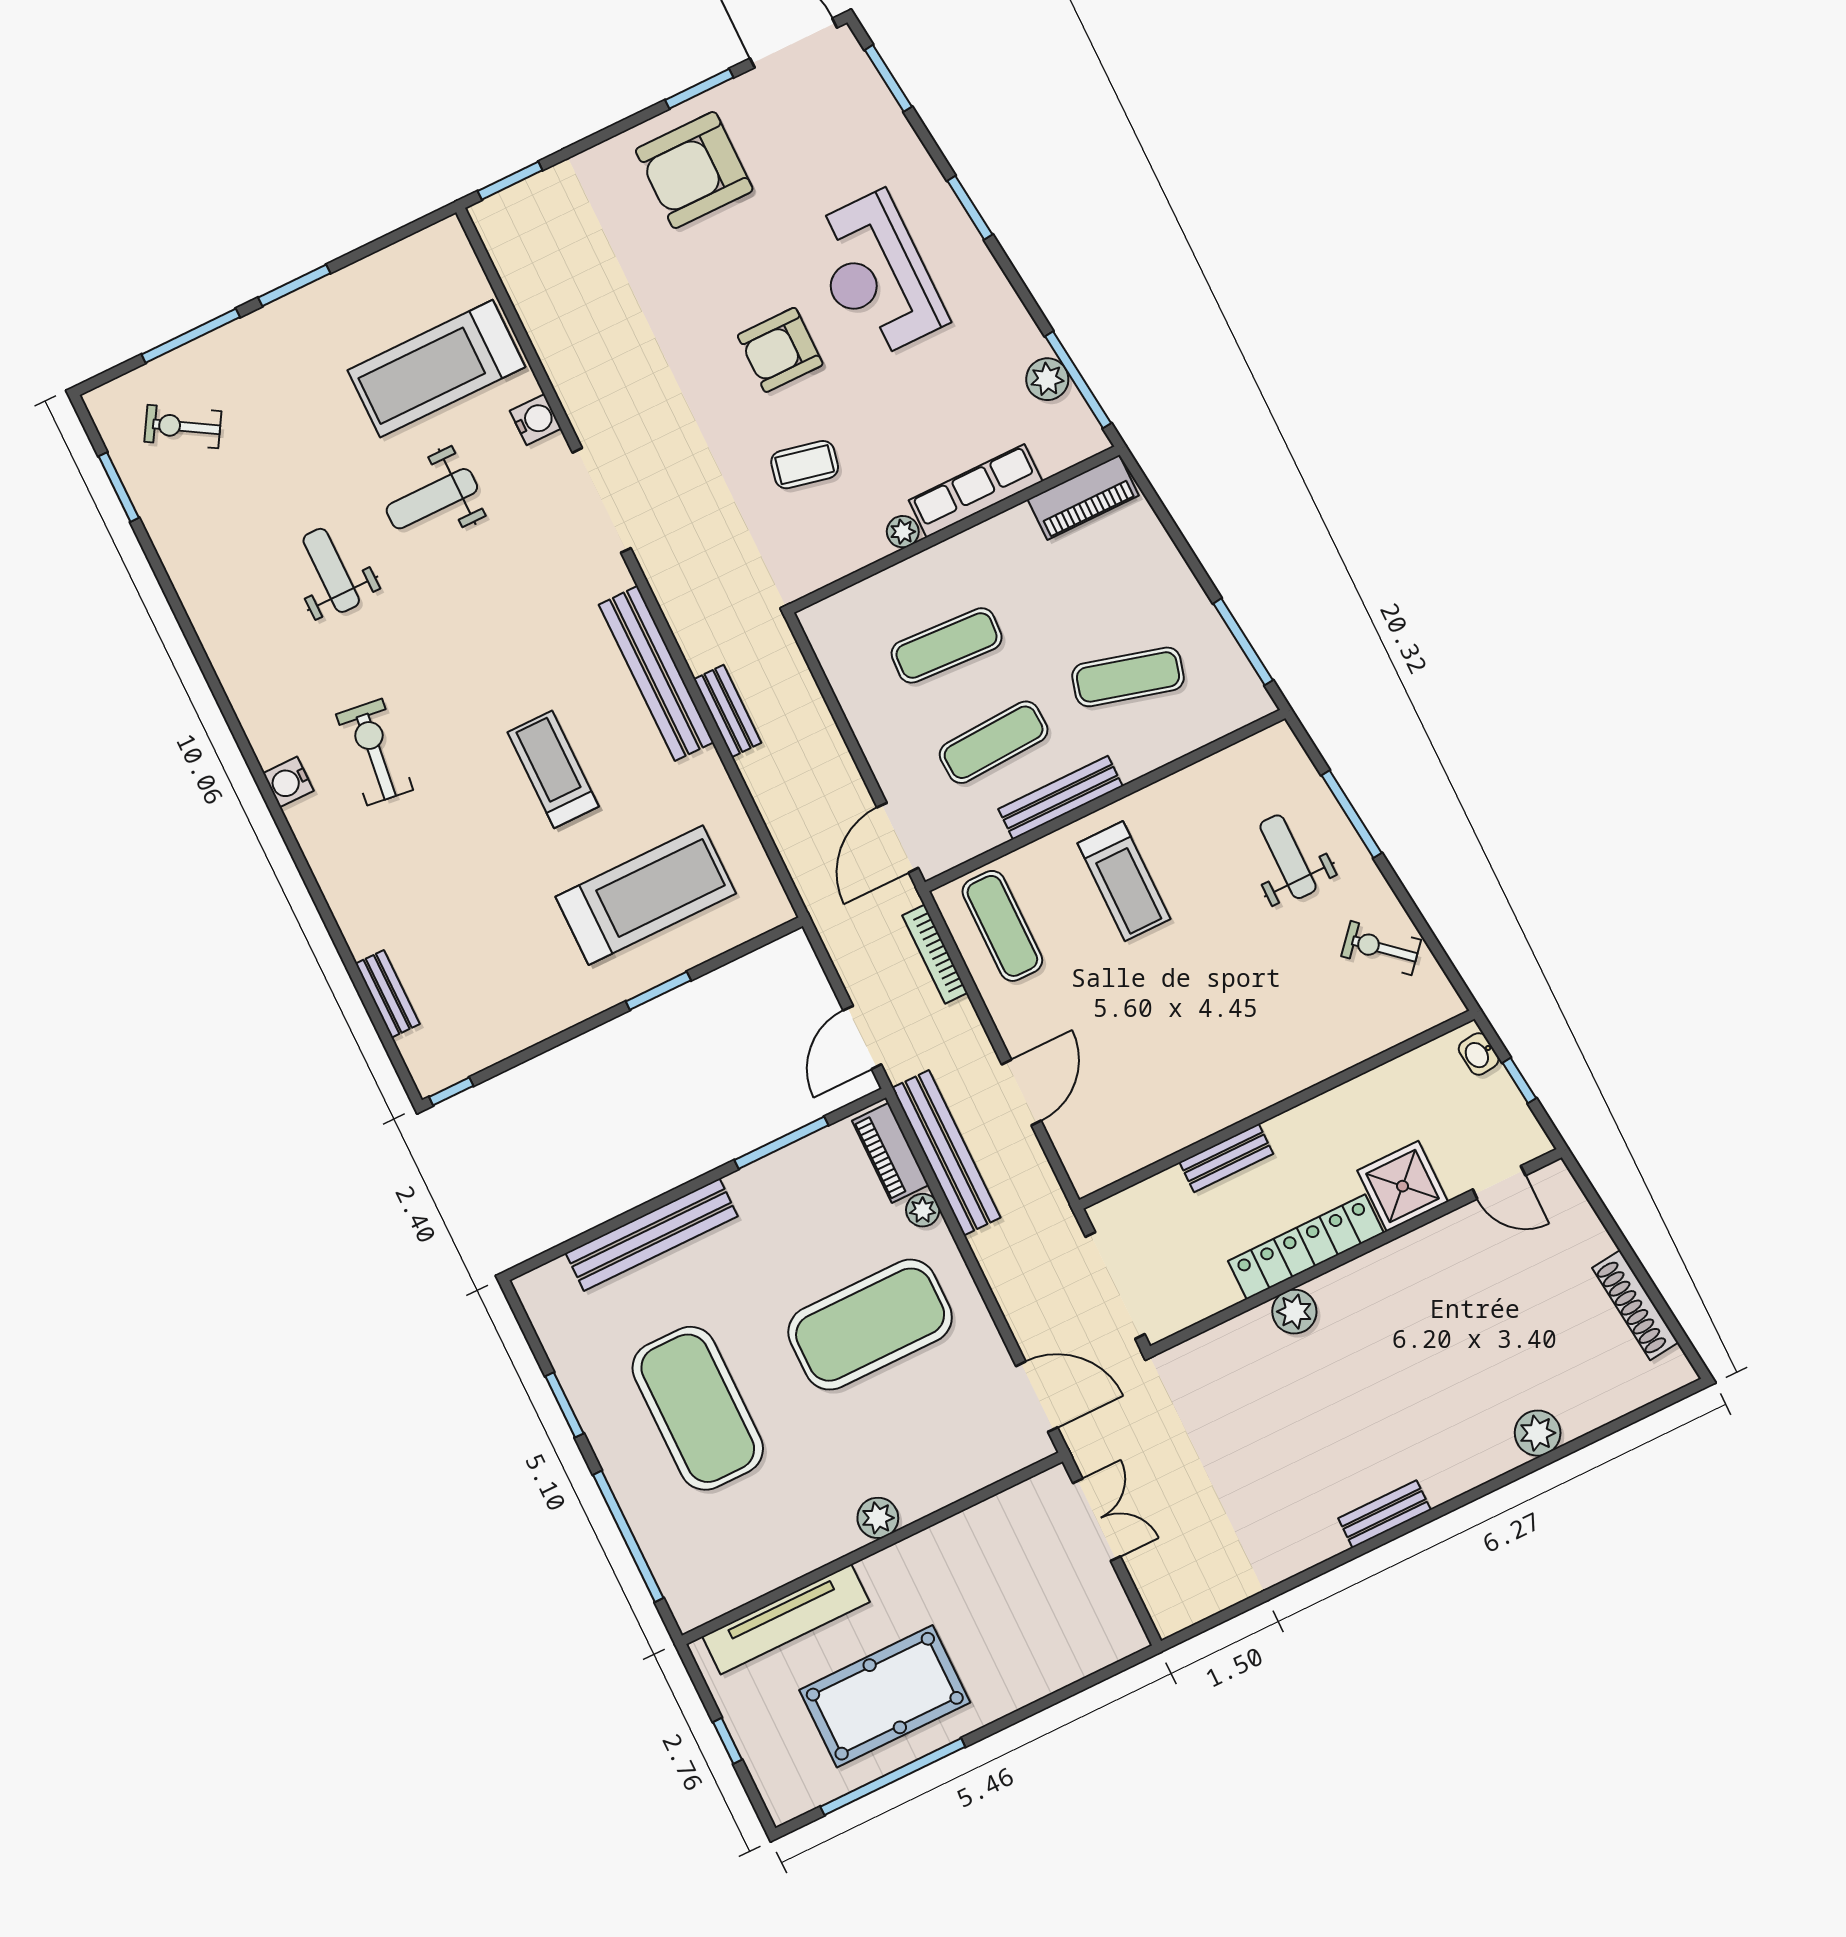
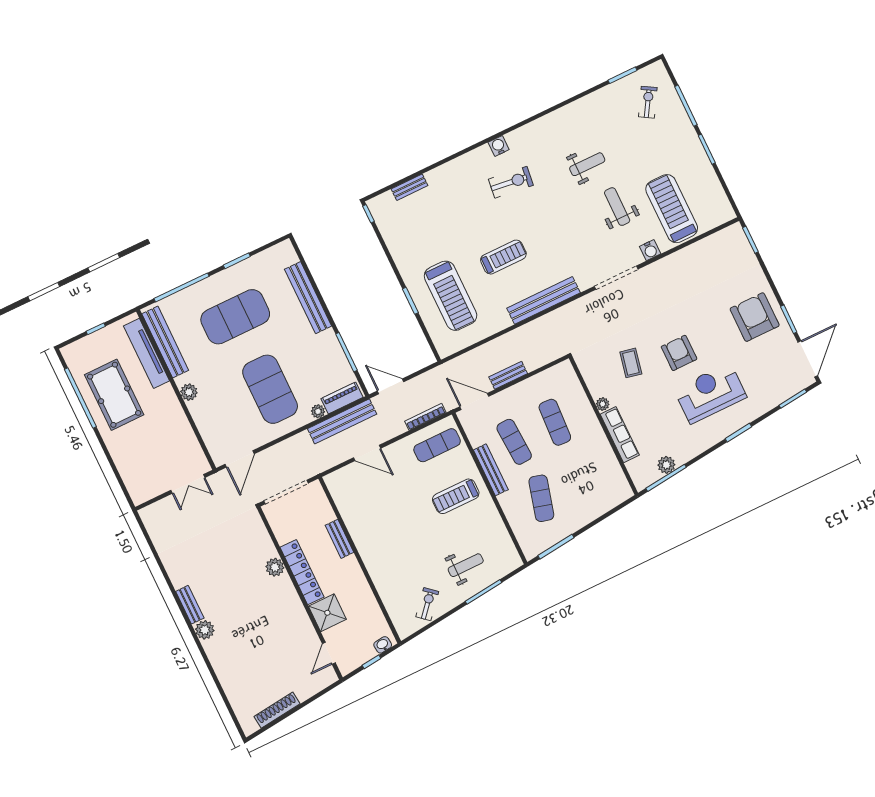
piano: (1083, 497) -> (617, 480), removed
bench: (728, 711) -> (508, 375), moved
plant: (1538, 1433) -> (205, 630), moved
bench: (759, 1575) -> (165, 342), added

